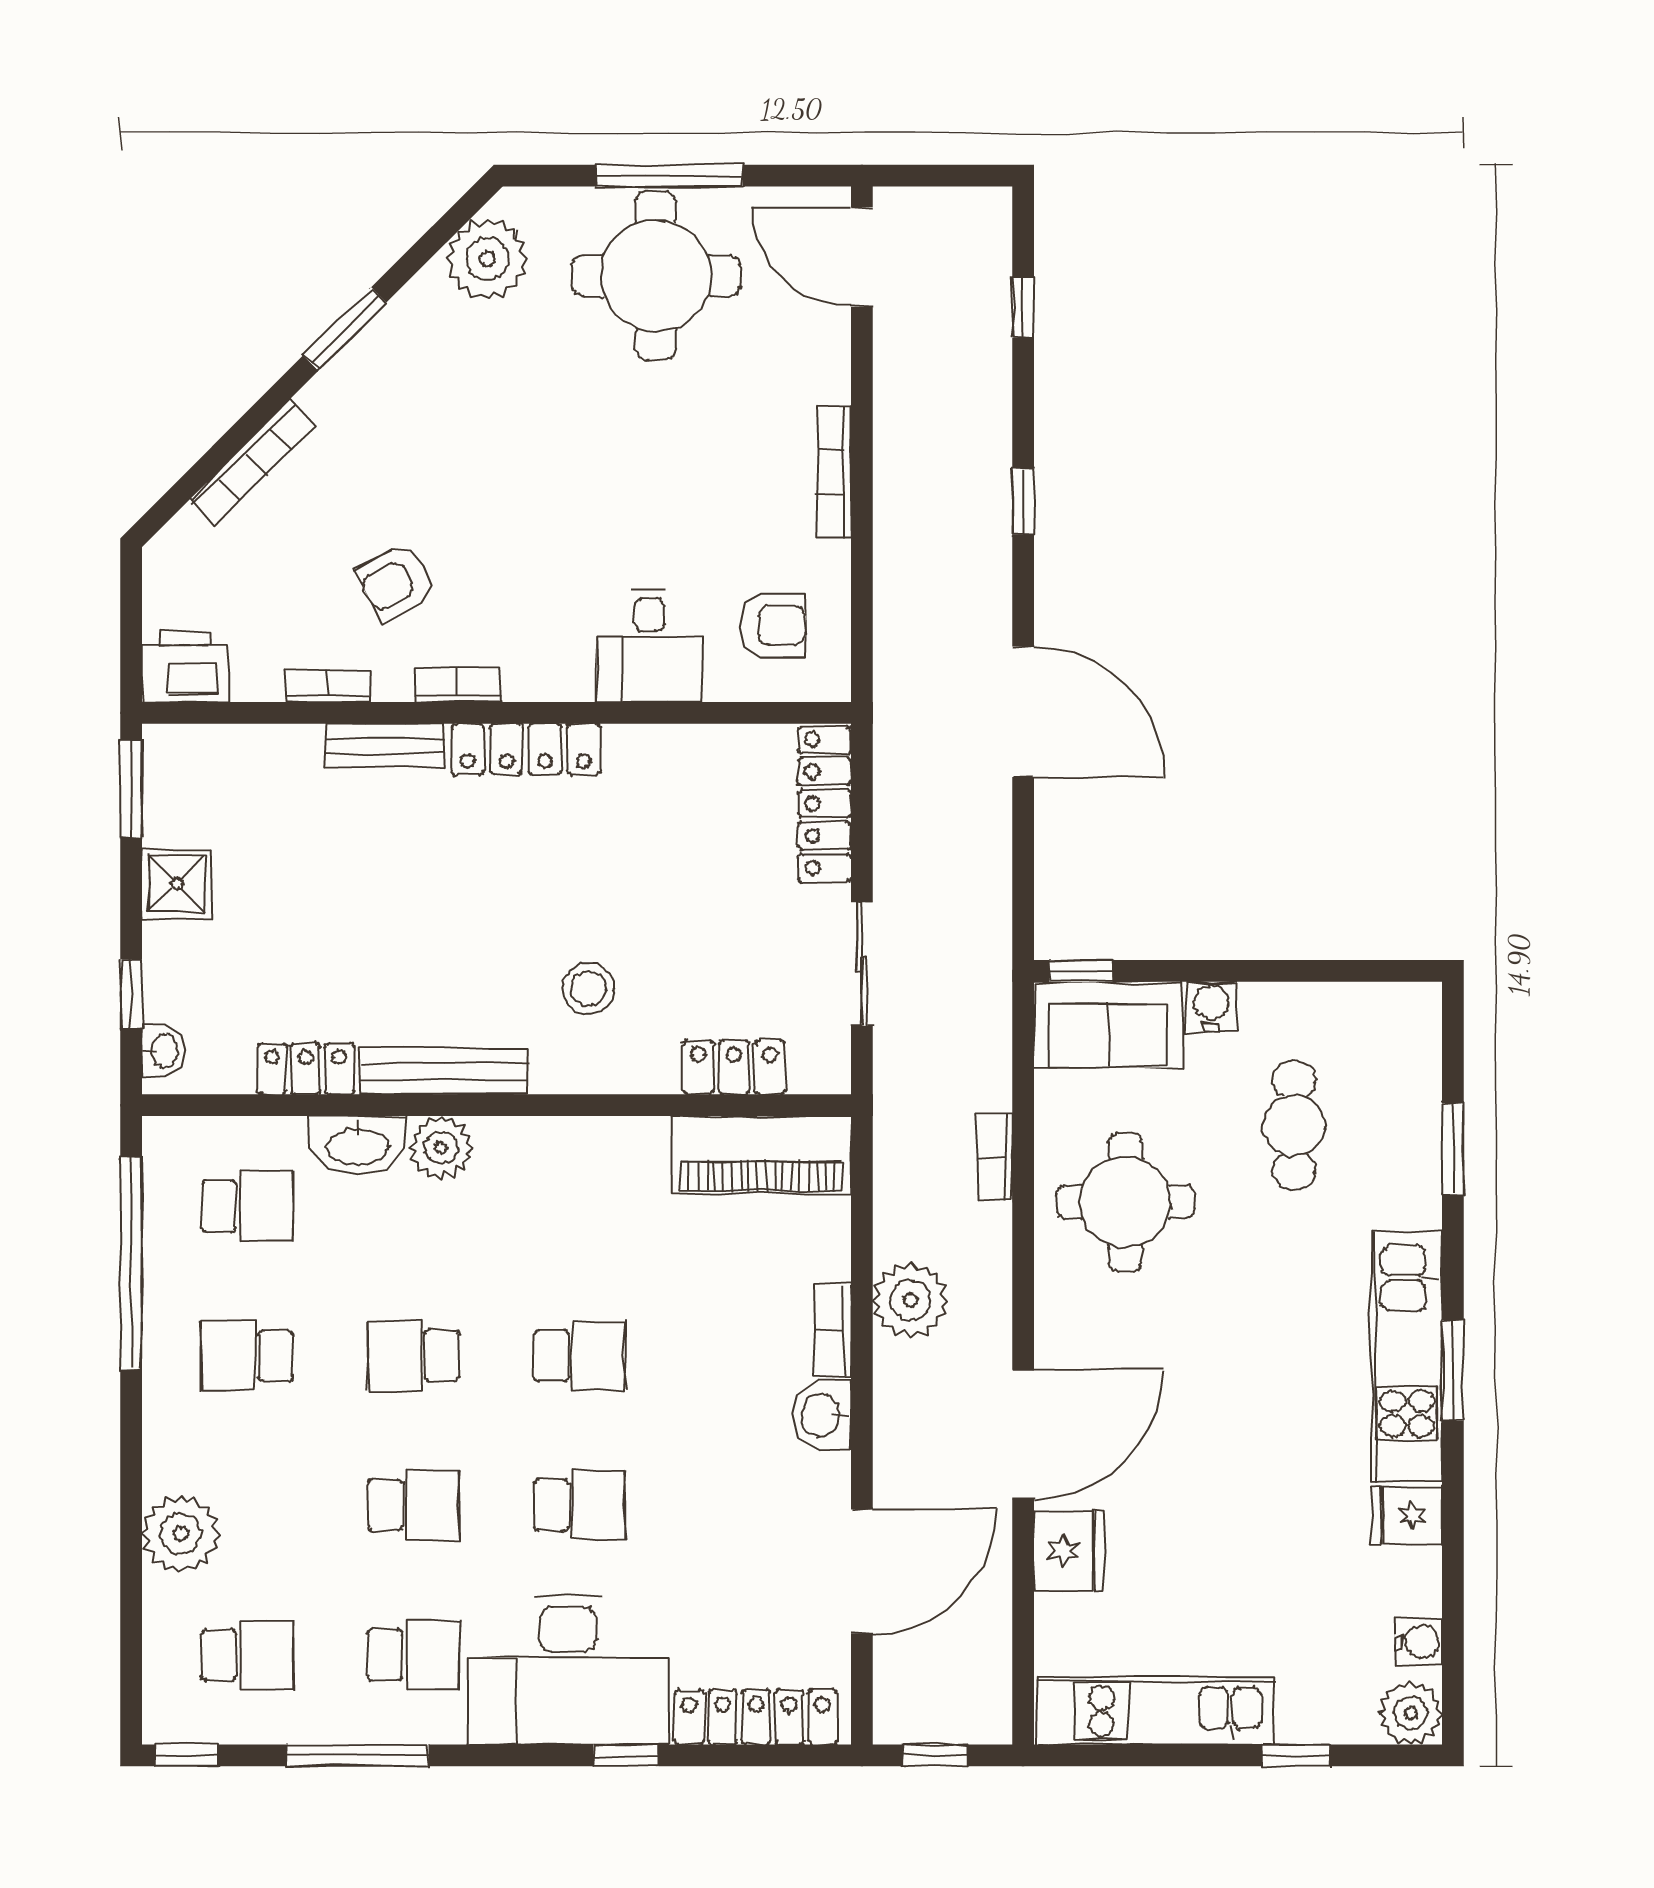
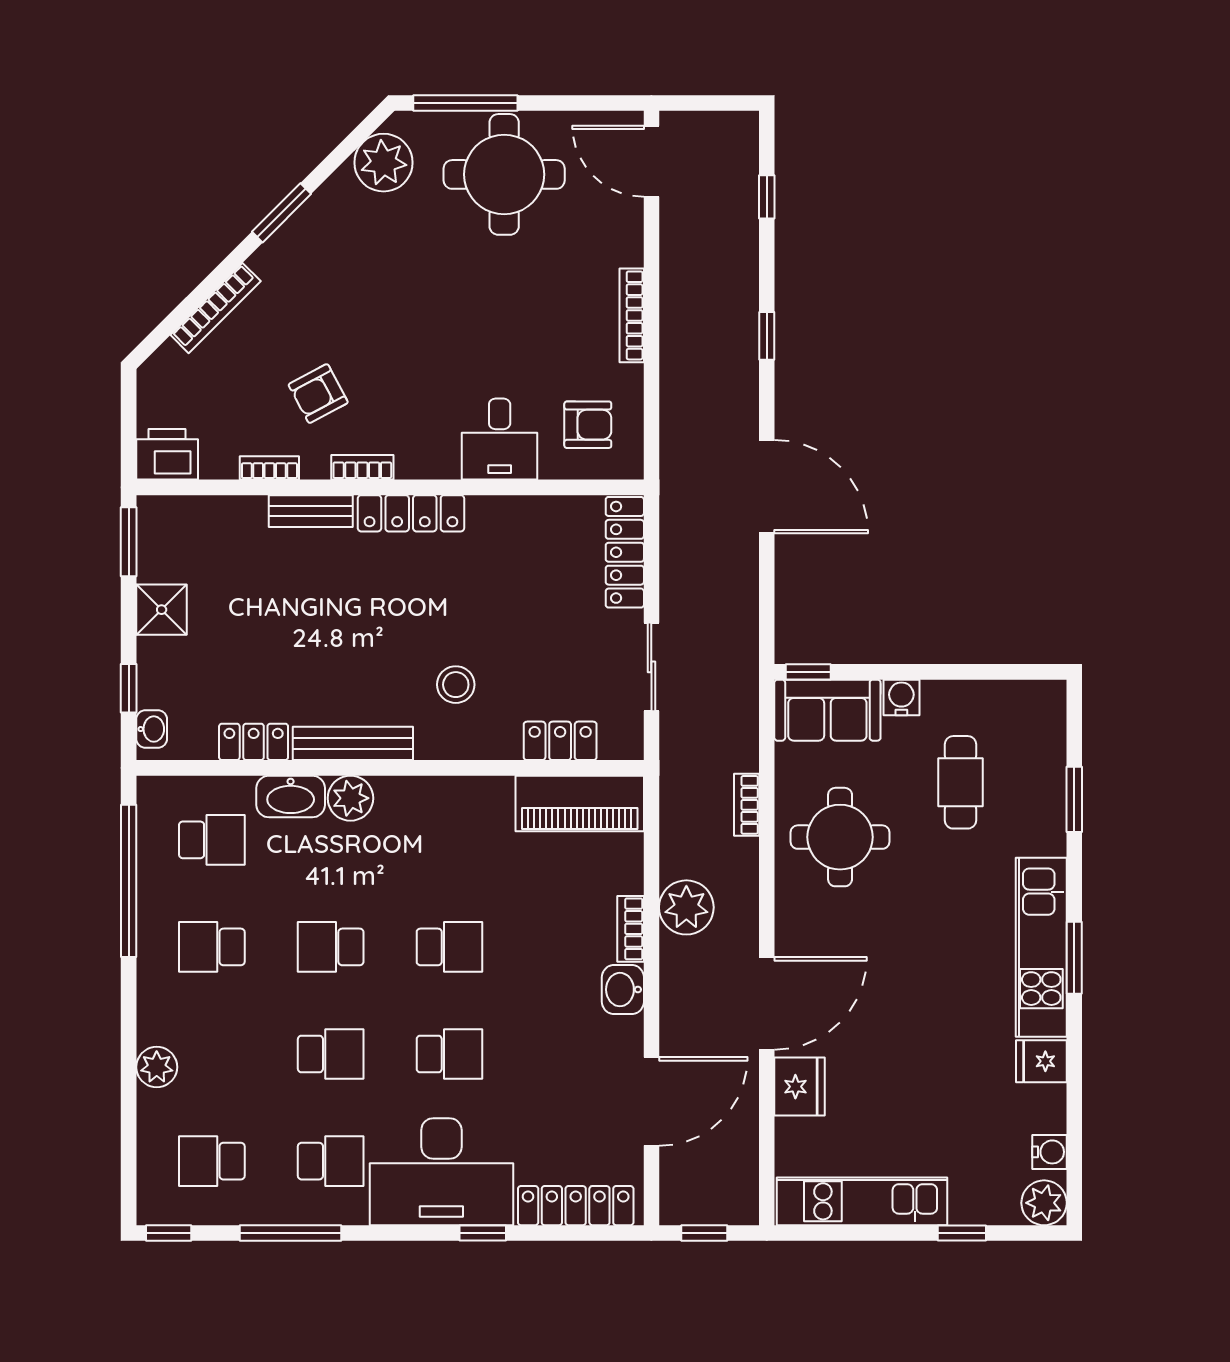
window: (669, 176) -> (465, 103), moved
plant: (181, 1534) -> (157, 1067), width x0.73, depth x0.73
school desk: (247, 1655) -> (212, 1161), turned 180

